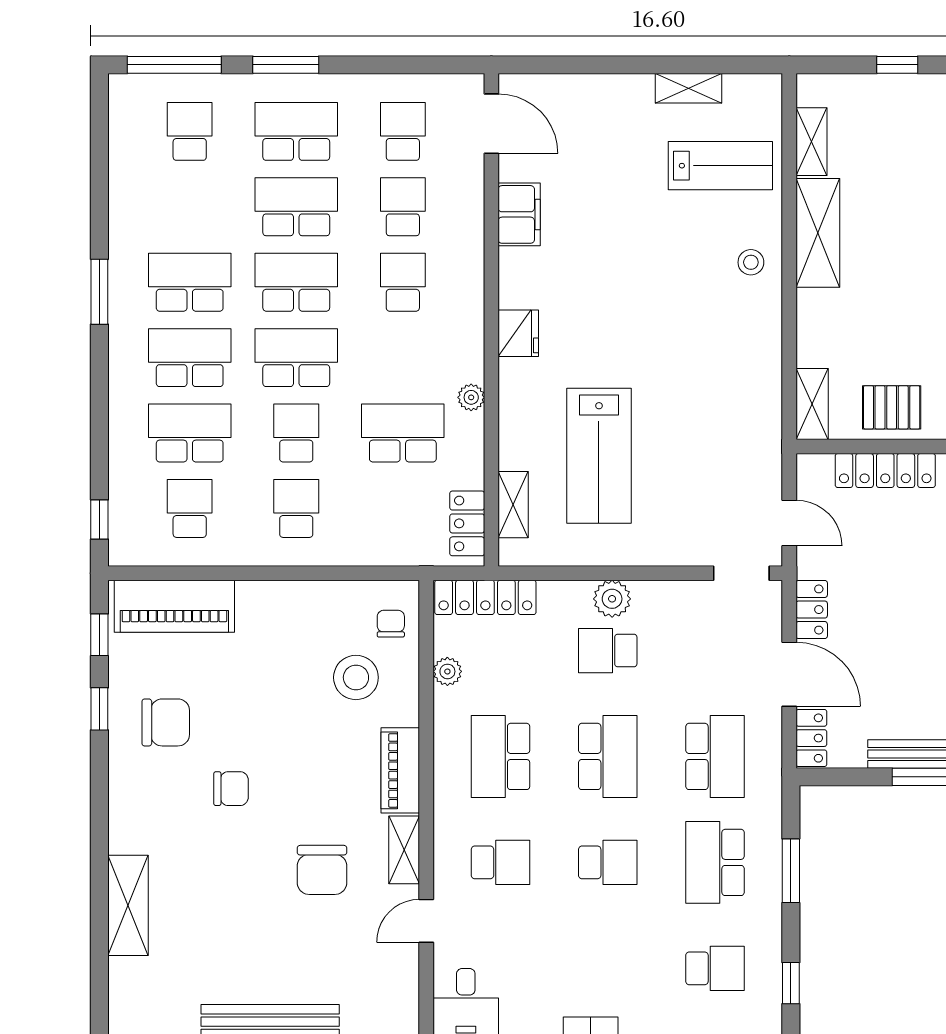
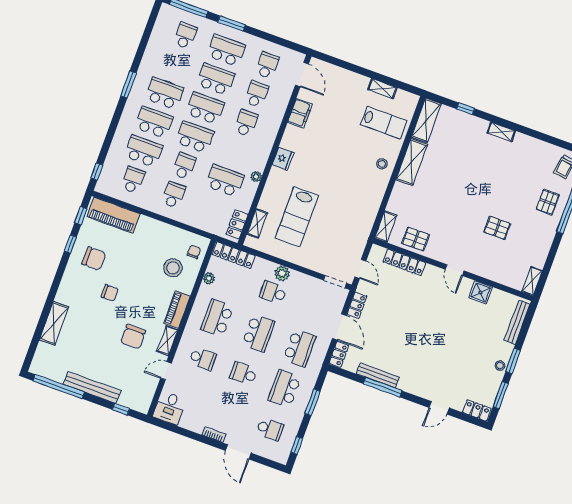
shelving: (811, 142) -> (426, 120), width x1.50, depth x1.33
school desk: (608, 862) -> (244, 374), turned 180

